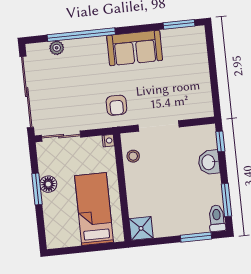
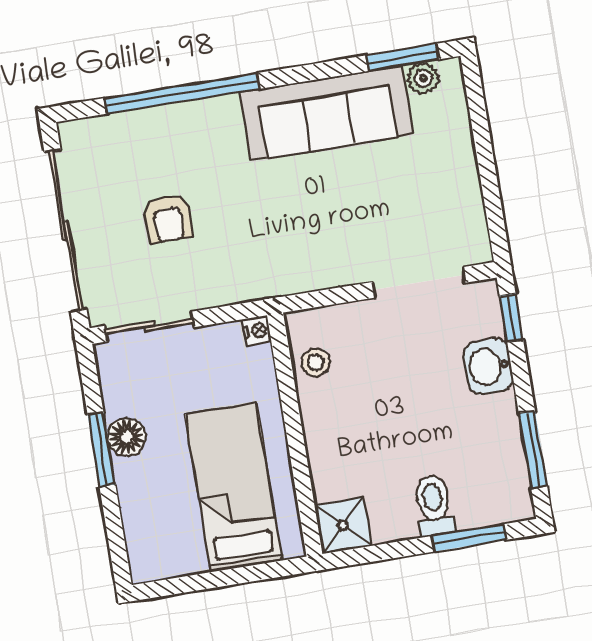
plant: (57, 48) -> (423, 78), moved
sofa: (135, 48) -> (326, 113), width x1.36
armchair: (116, 105) -> (168, 218), moved
doorway: (158, 126) -> (419, 282), moved
toilet: (217, 218) -> (434, 505), moved

